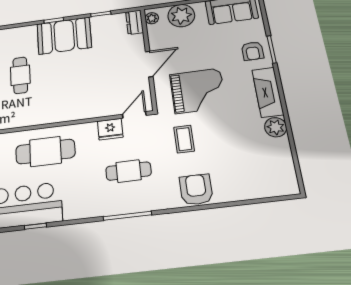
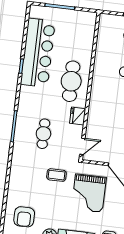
door: (134, 115) -> (82, 146), hinge flipped
fridge: (110, 129) -> (78, 116), moved
armchair: (196, 190) -> (24, 217), moved, turned 90

